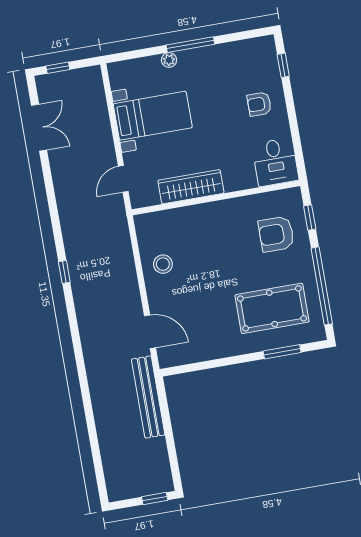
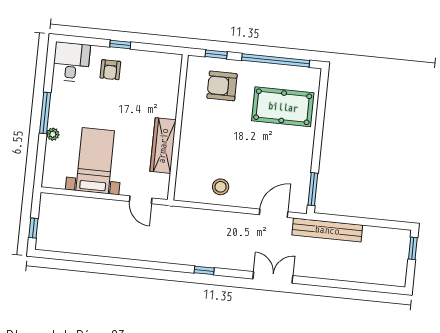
window: (283, 65) -> (120, 45), moved
double door: (39, 128) -> (273, 277), moved
desk: (275, 162) -> (71, 62), moved, turned -90
armchair: (276, 234) -> (222, 86), turned 90
pool table: (272, 308) -> (283, 107), turned 90
window: (282, 352) -> (313, 189), moved

